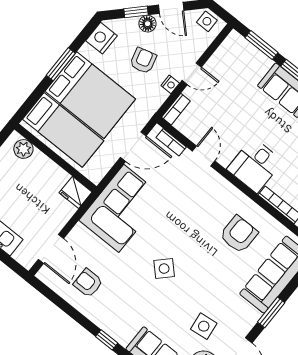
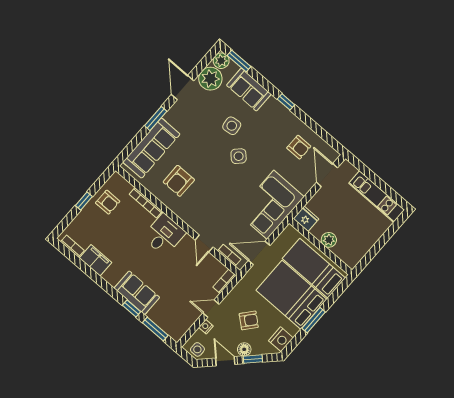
armchair: (143, 61) -> (249, 320), turned -125
nightstand: (170, 84) -> (206, 327), moved
plant: (23, 149) -> (329, 240), moved
side table: (204, 326) -> (232, 126), moved

